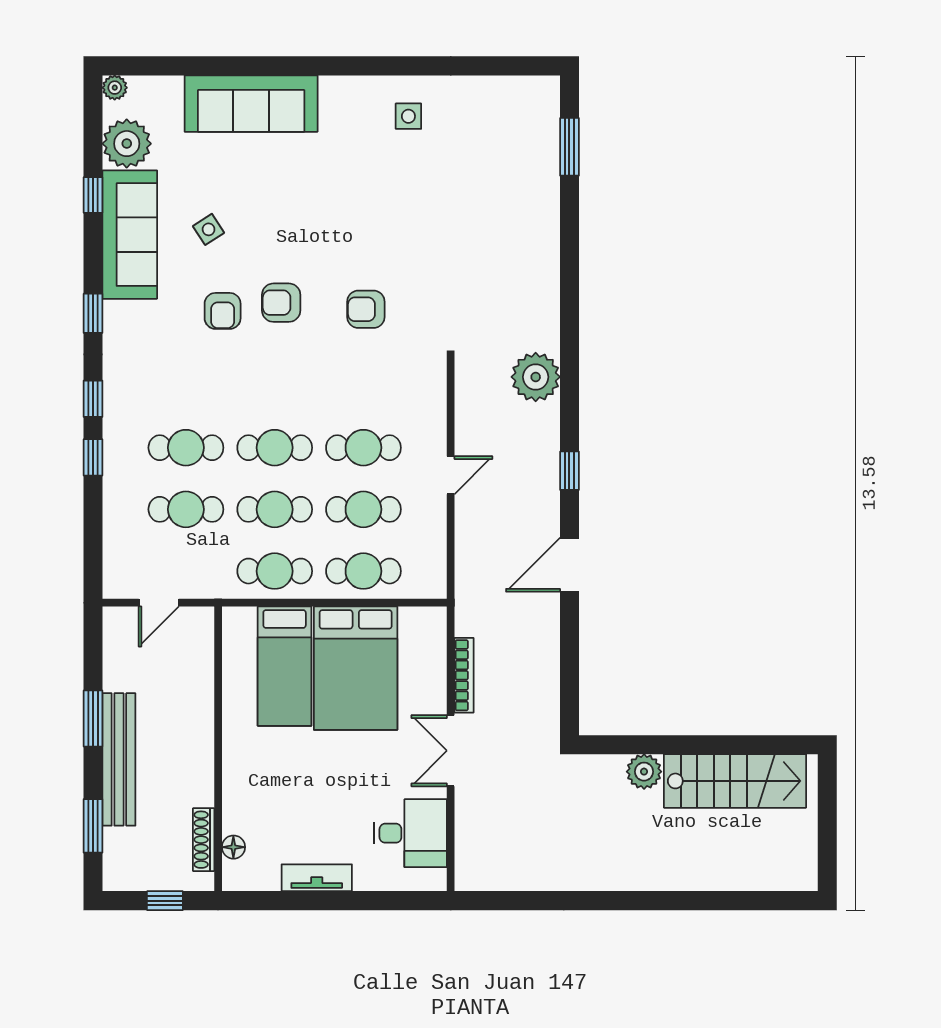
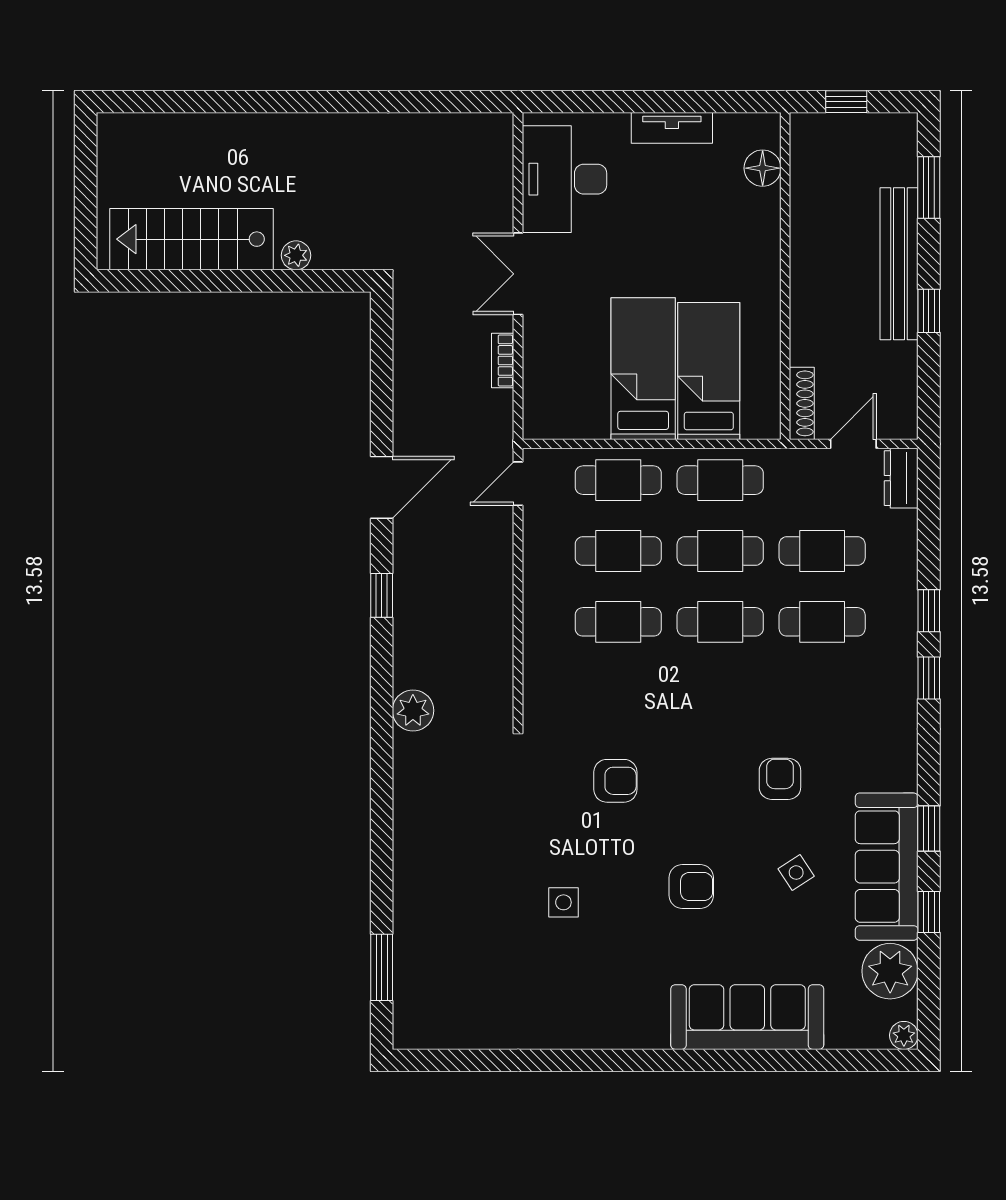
side table: (408, 116) -> (563, 902), moved
armchair: (281, 303) -> (691, 887), moved
window: (93, 313) -> (929, 829), moved
plant: (536, 377) -> (413, 710), width x0.73, depth x0.73
door: (451, 475) -> (518, 484), moved
dresser: (117, 573) -> (901, 478), added
bed: (356, 668) -> (643, 369), width x0.67
bookcase: (464, 675) -> (503, 360), width x0.64
window: (93, 719) -> (929, 311), width x0.67
double door: (451, 751) -> (518, 274), swing flipped
plant: (644, 772) -> (296, 255), width x0.73, depth x0.73
desk: (410, 833) -> (564, 179), width x1.37
shoe rack: (204, 840) -> (802, 403), moved
floor lamp: (233, 847) -> (763, 168), width x1.37, depth x1.37

